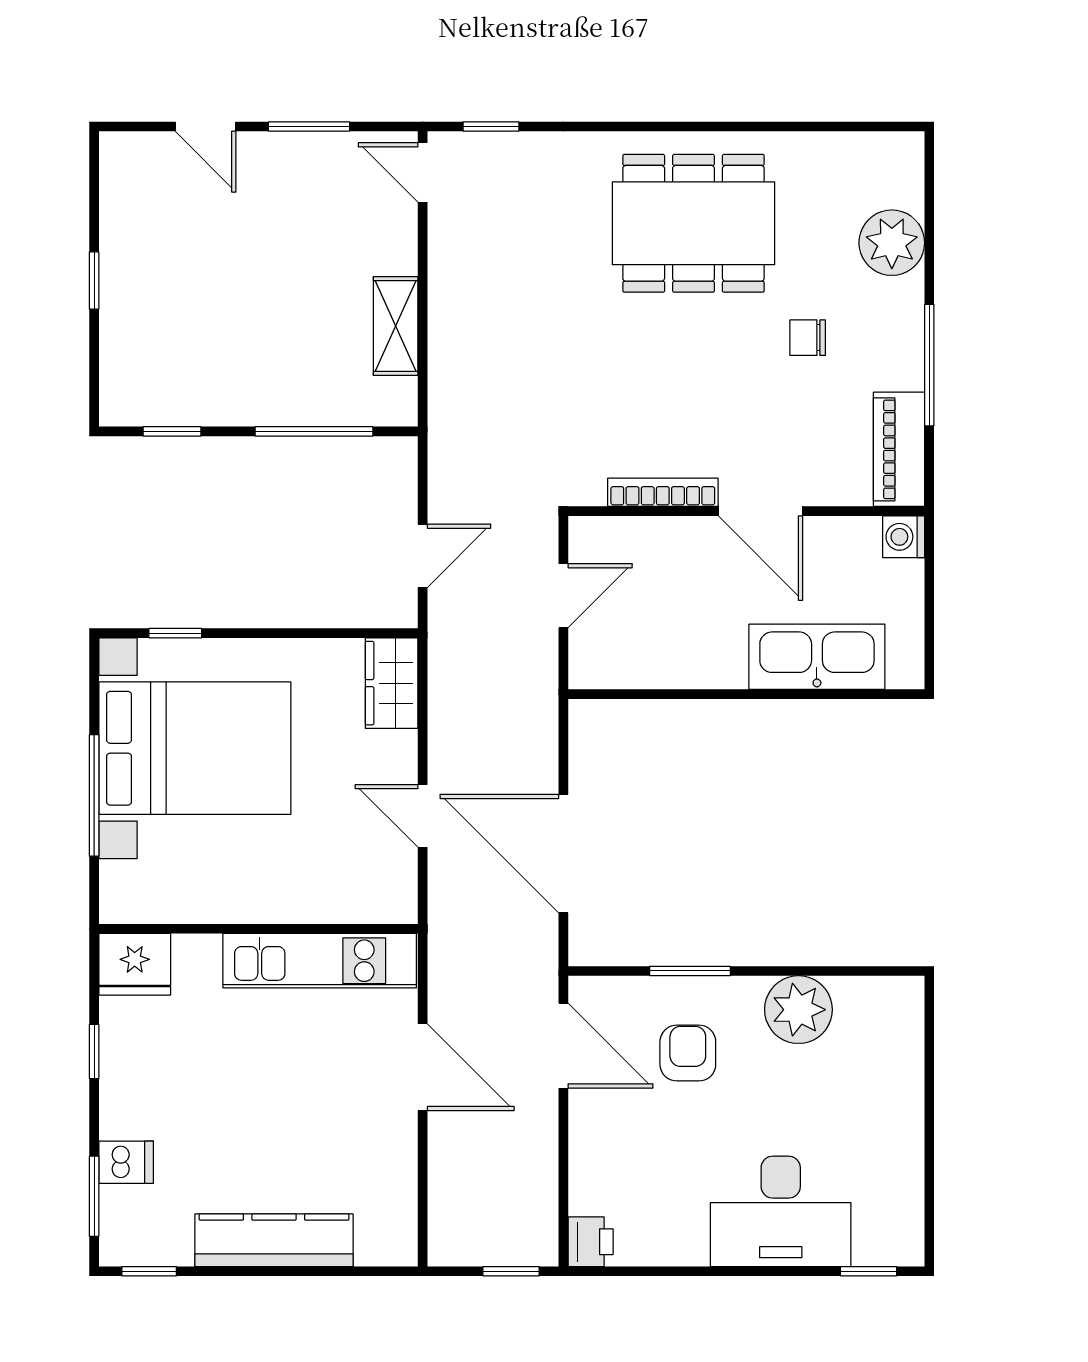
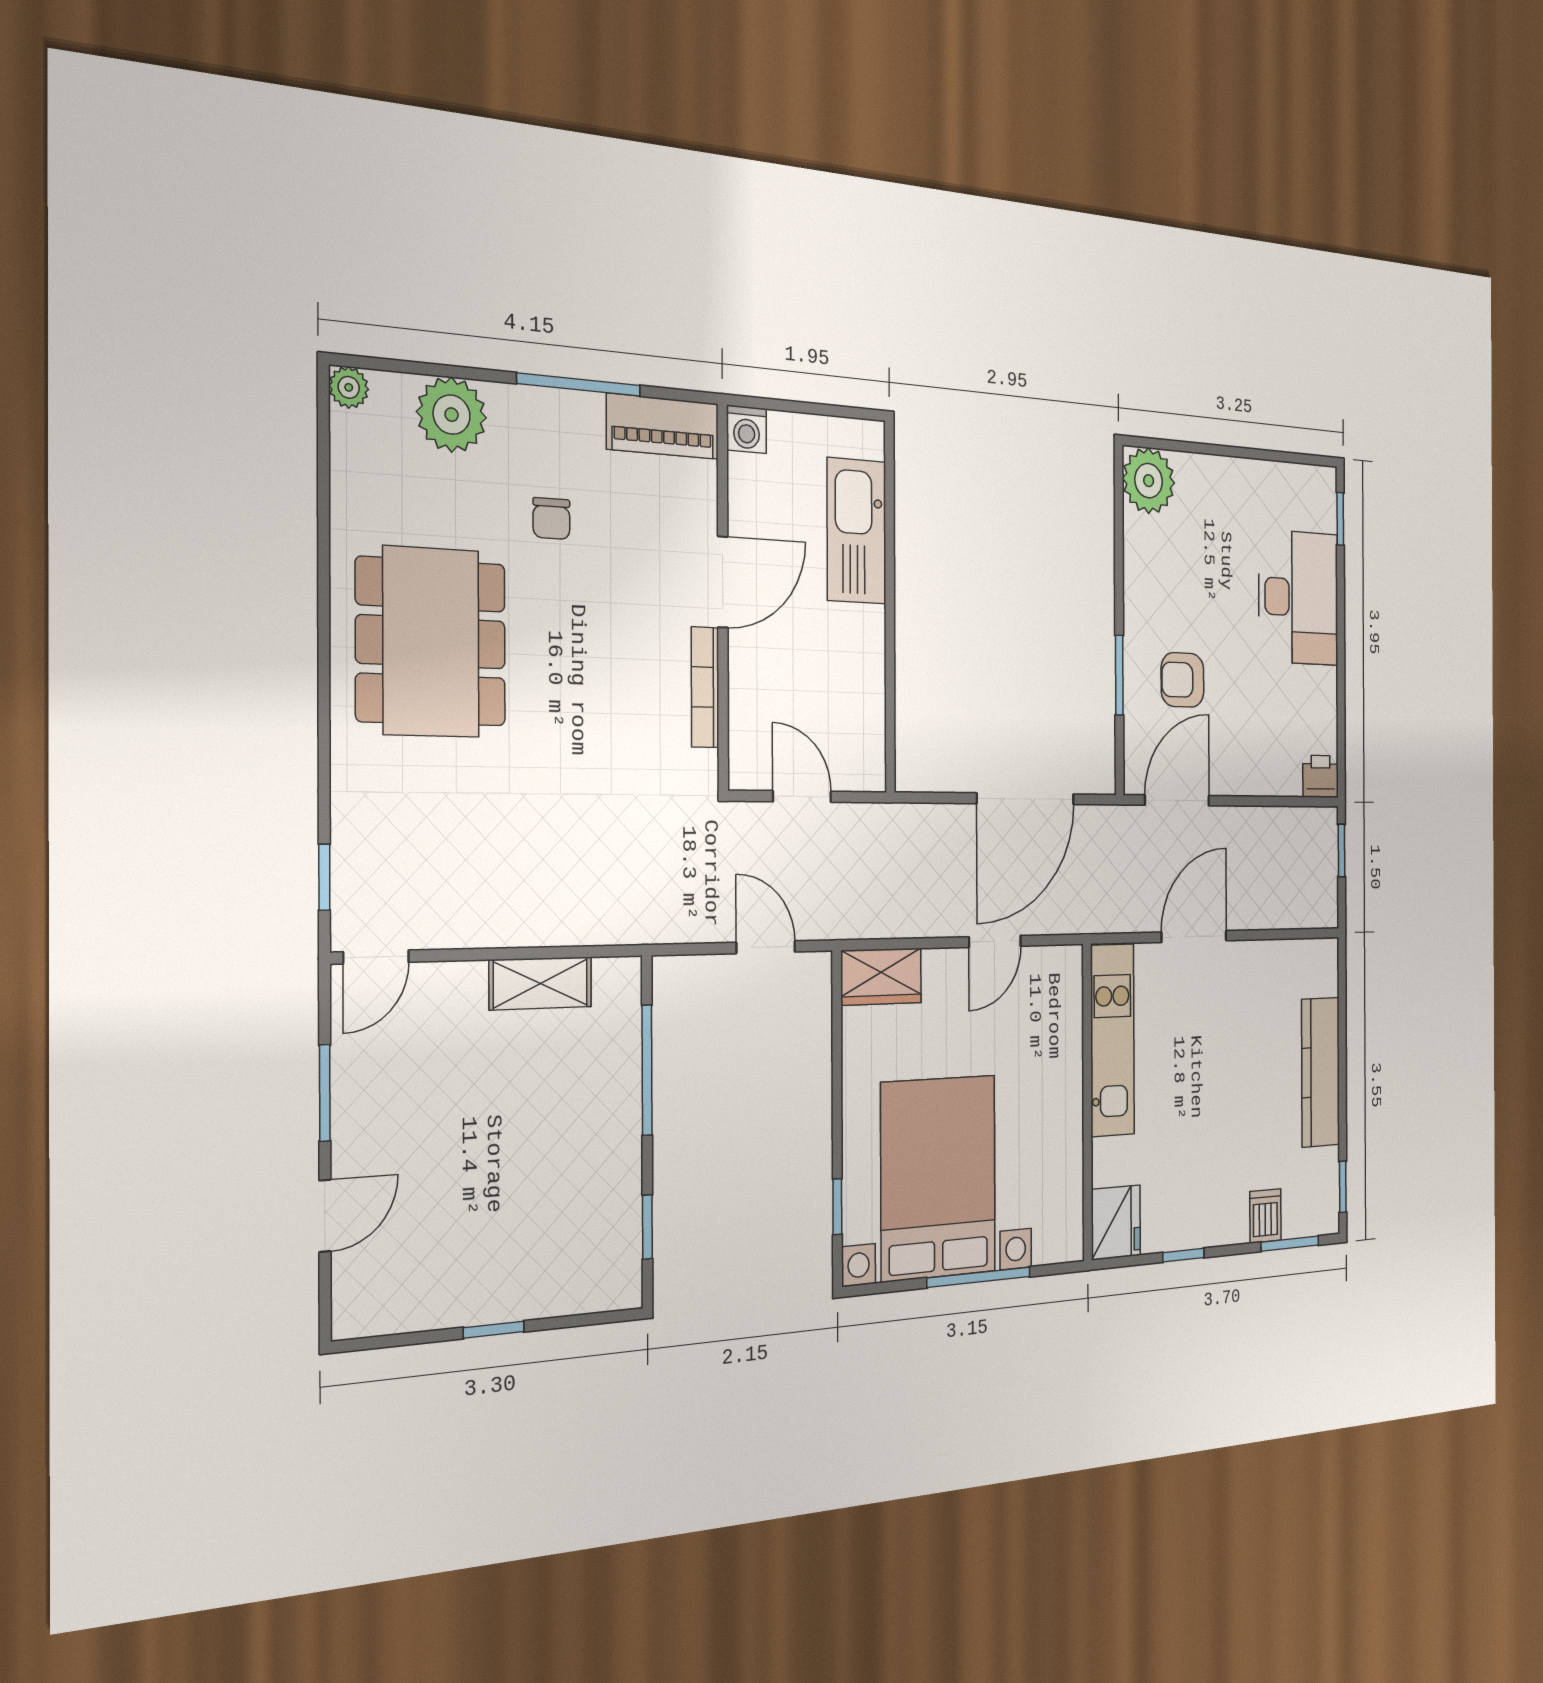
plant: (907, 149) -> (349, 387), added
plant: (798, 1010) -> (1149, 481), moved

